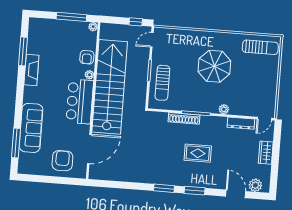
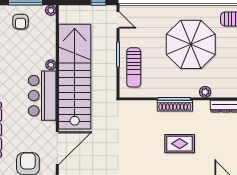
door: (152, 40) -> (118, 20), swing flipped
armchair: (87, 57) -> (21, 22), moved
parasol: (214, 66) -> (191, 44), width x1.36, depth x1.36
shoe rack: (184, 118) -> (175, 106), moved

